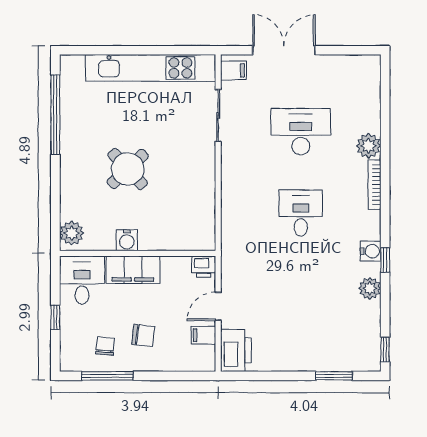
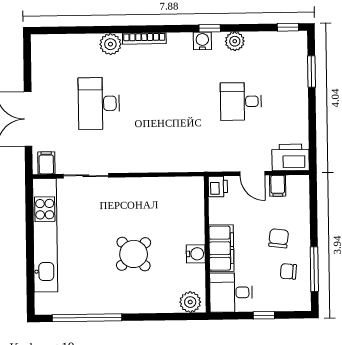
desk: (301, 213) -> (241, 101), moved

